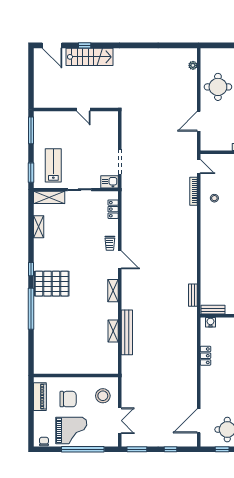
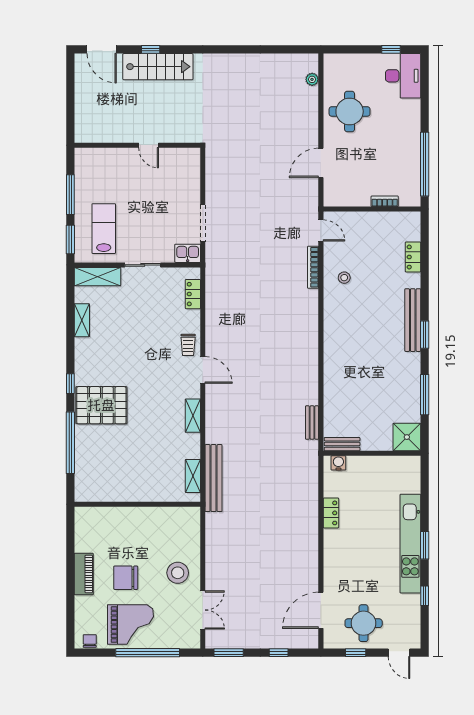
window: (31, 130) -> (70, 195), moved
wall: (76, 376) -> (137, 504), moved
chair: (68, 399) -> (126, 578), turned 180

